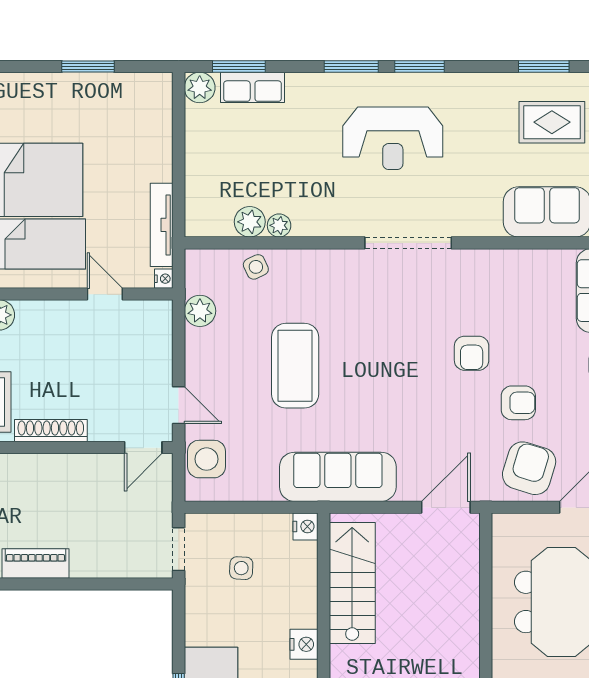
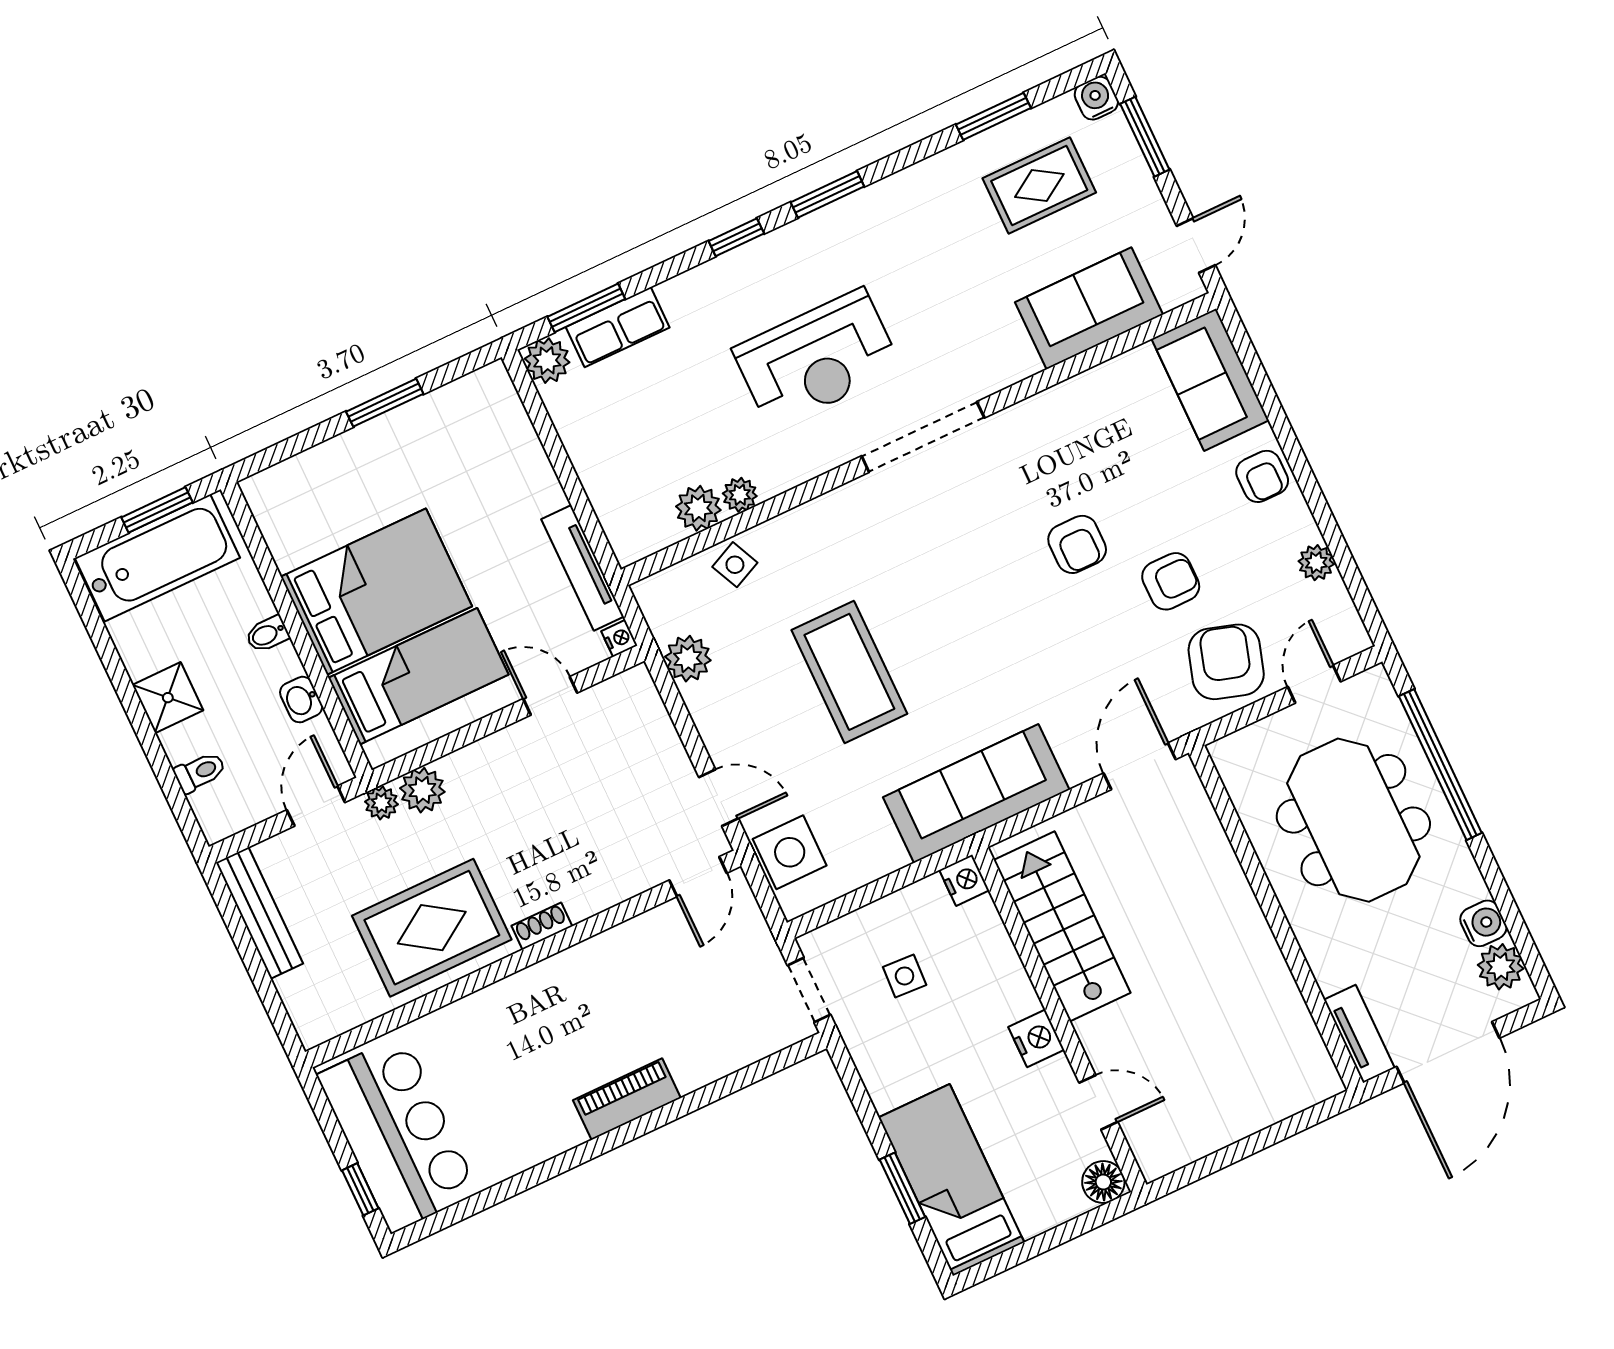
window: (351, 67) -> (736, 237), width x0.67
reception desk: (393, 138) -> (817, 359), moved
shoe rack: (51, 431) -> (542, 926), width x0.51, depth x0.81

